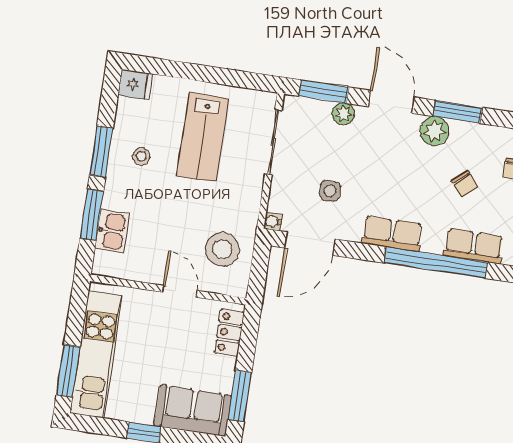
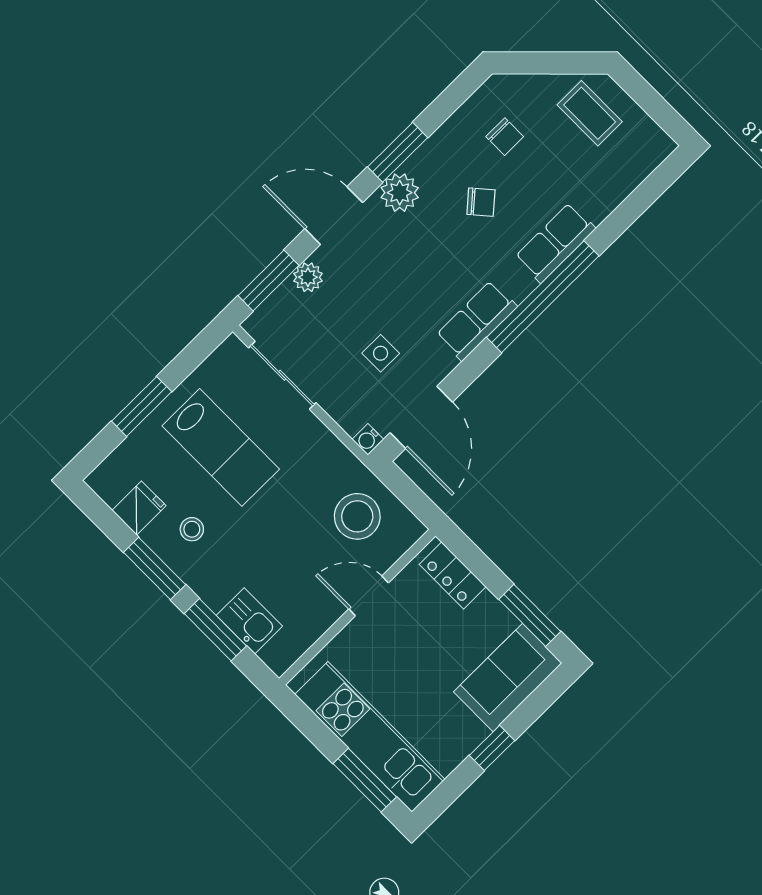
window: (192, 72) -> (142, 406), added
fridge: (135, 84) -> (139, 508), moved

